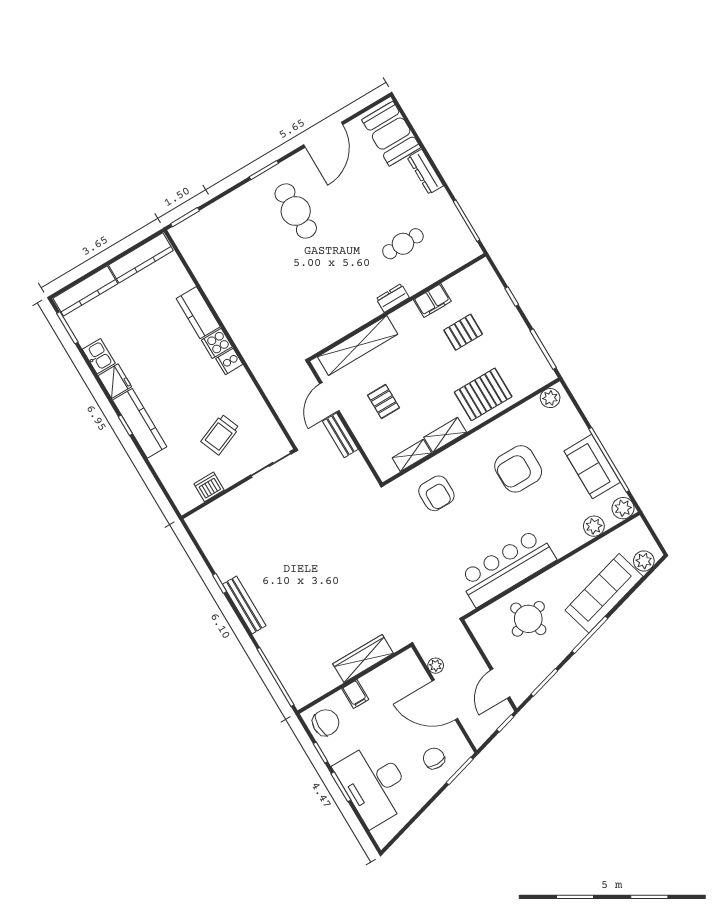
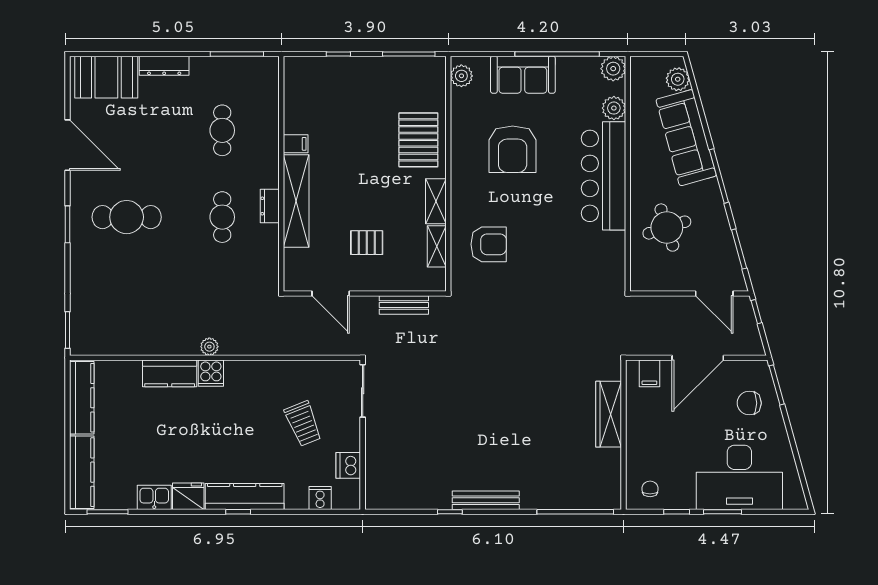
cafe table: (338, 282) -> (222, 217), added
dresser: (393, 298) -> (270, 206), moved
filing cabinet: (432, 301) -> (296, 144), width x0.50
pallet: (463, 332) -> (345, 123), removed
shelving: (358, 346) -> (296, 201), moved
cooker: (229, 361) -> (320, 498), moved, turned 180
bench: (340, 435) -> (404, 305), moved
sofa: (592, 467) -> (523, 75), moved
bar counter: (507, 568) -> (604, 176), moved
plant: (436, 666) -> (209, 347), moved
filing cabinet: (355, 694) -> (649, 373), moved, turned 90
chair: (326, 723) -> (650, 489), width x0.54, depth x0.54

